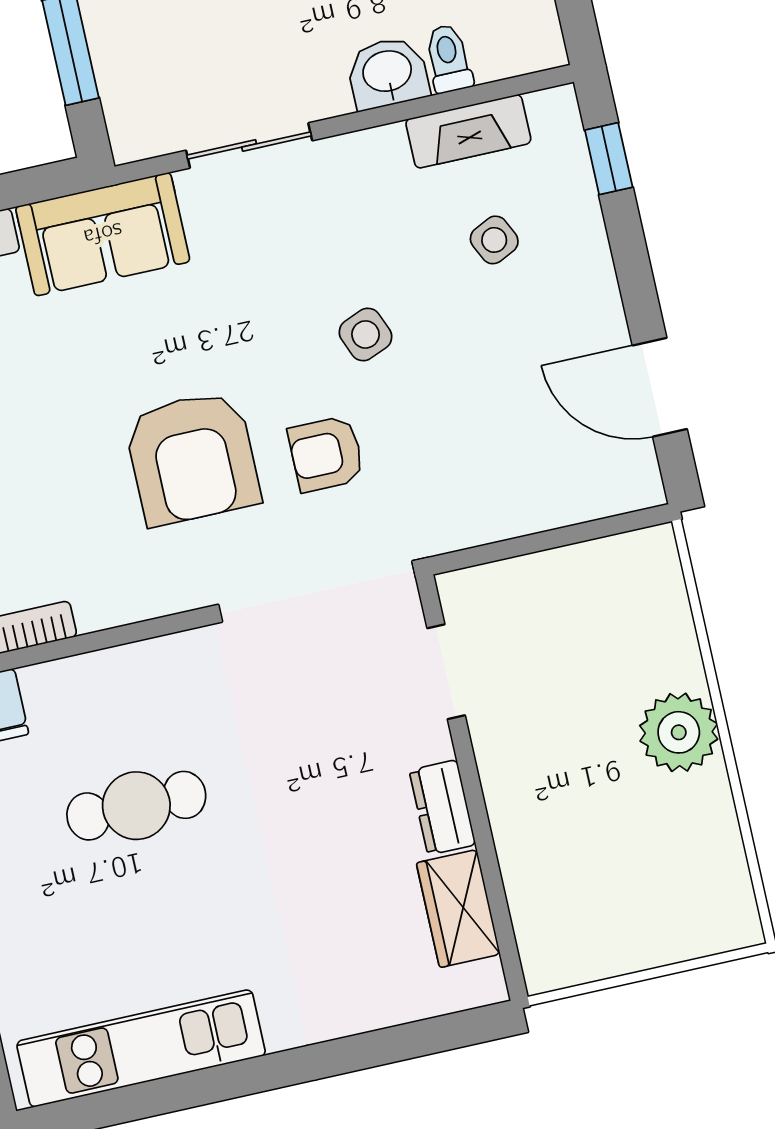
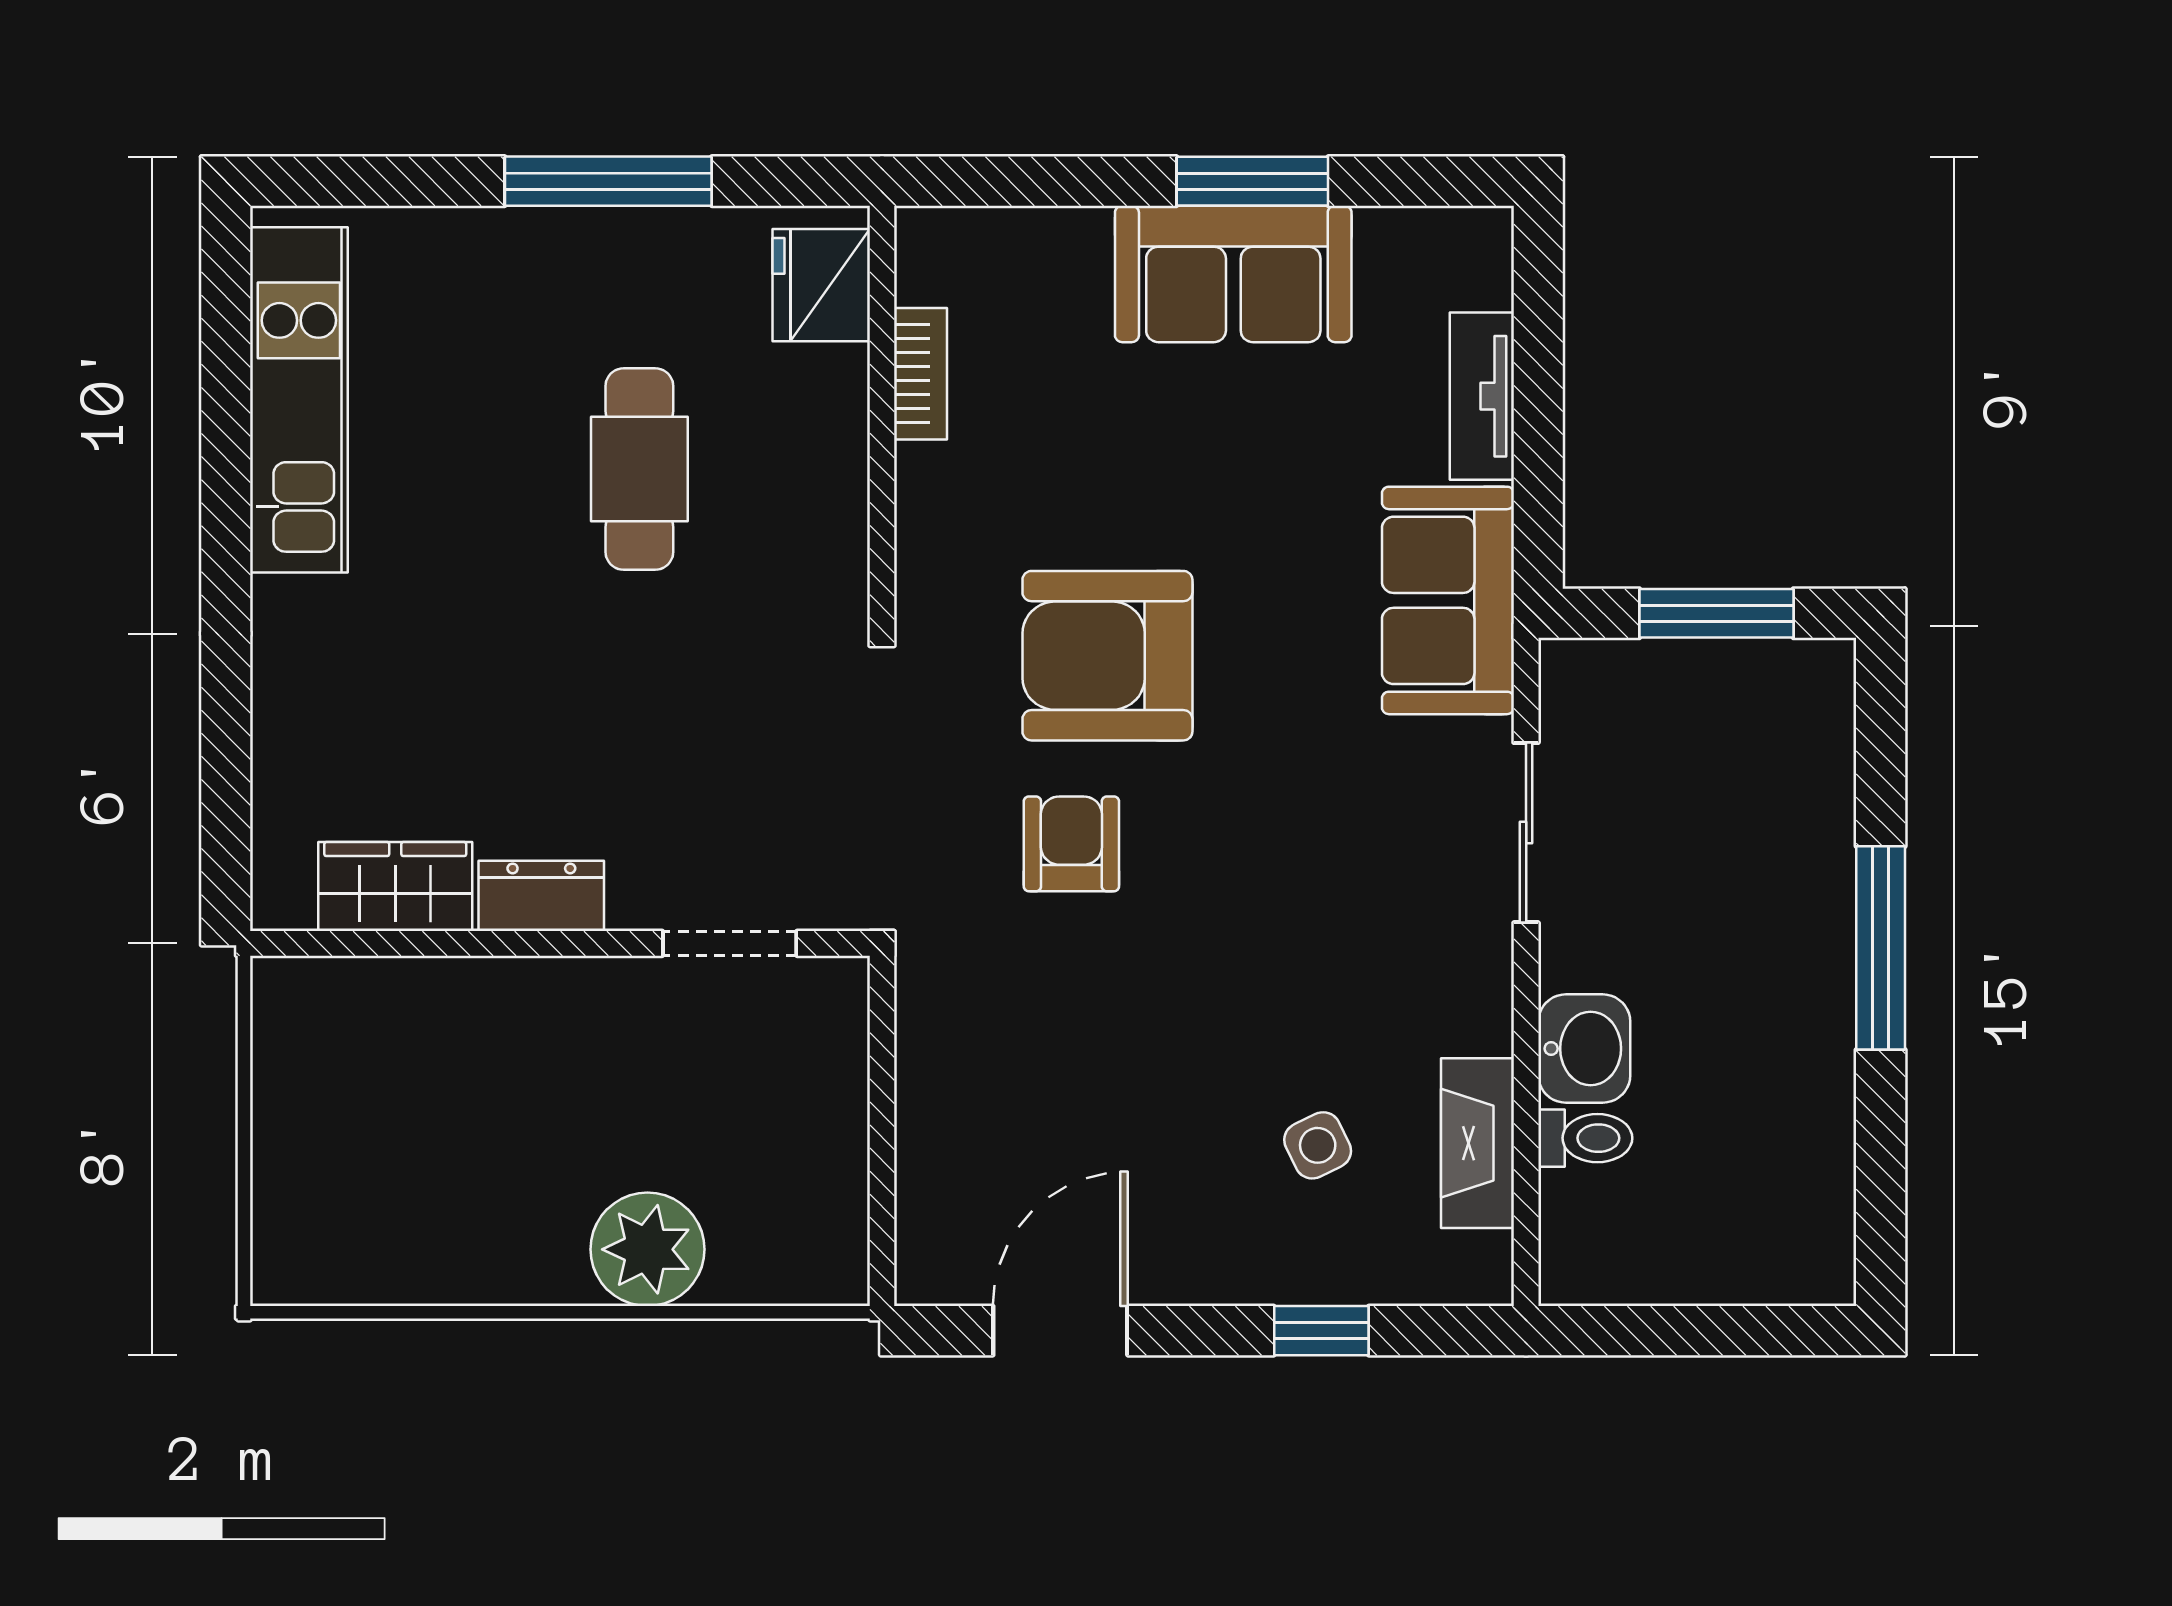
window: (609, 159) -> (1321, 1331), moved
side table: (366, 334) -> (1226, 936), removed
plant: (679, 732) -> (647, 1249), moved

